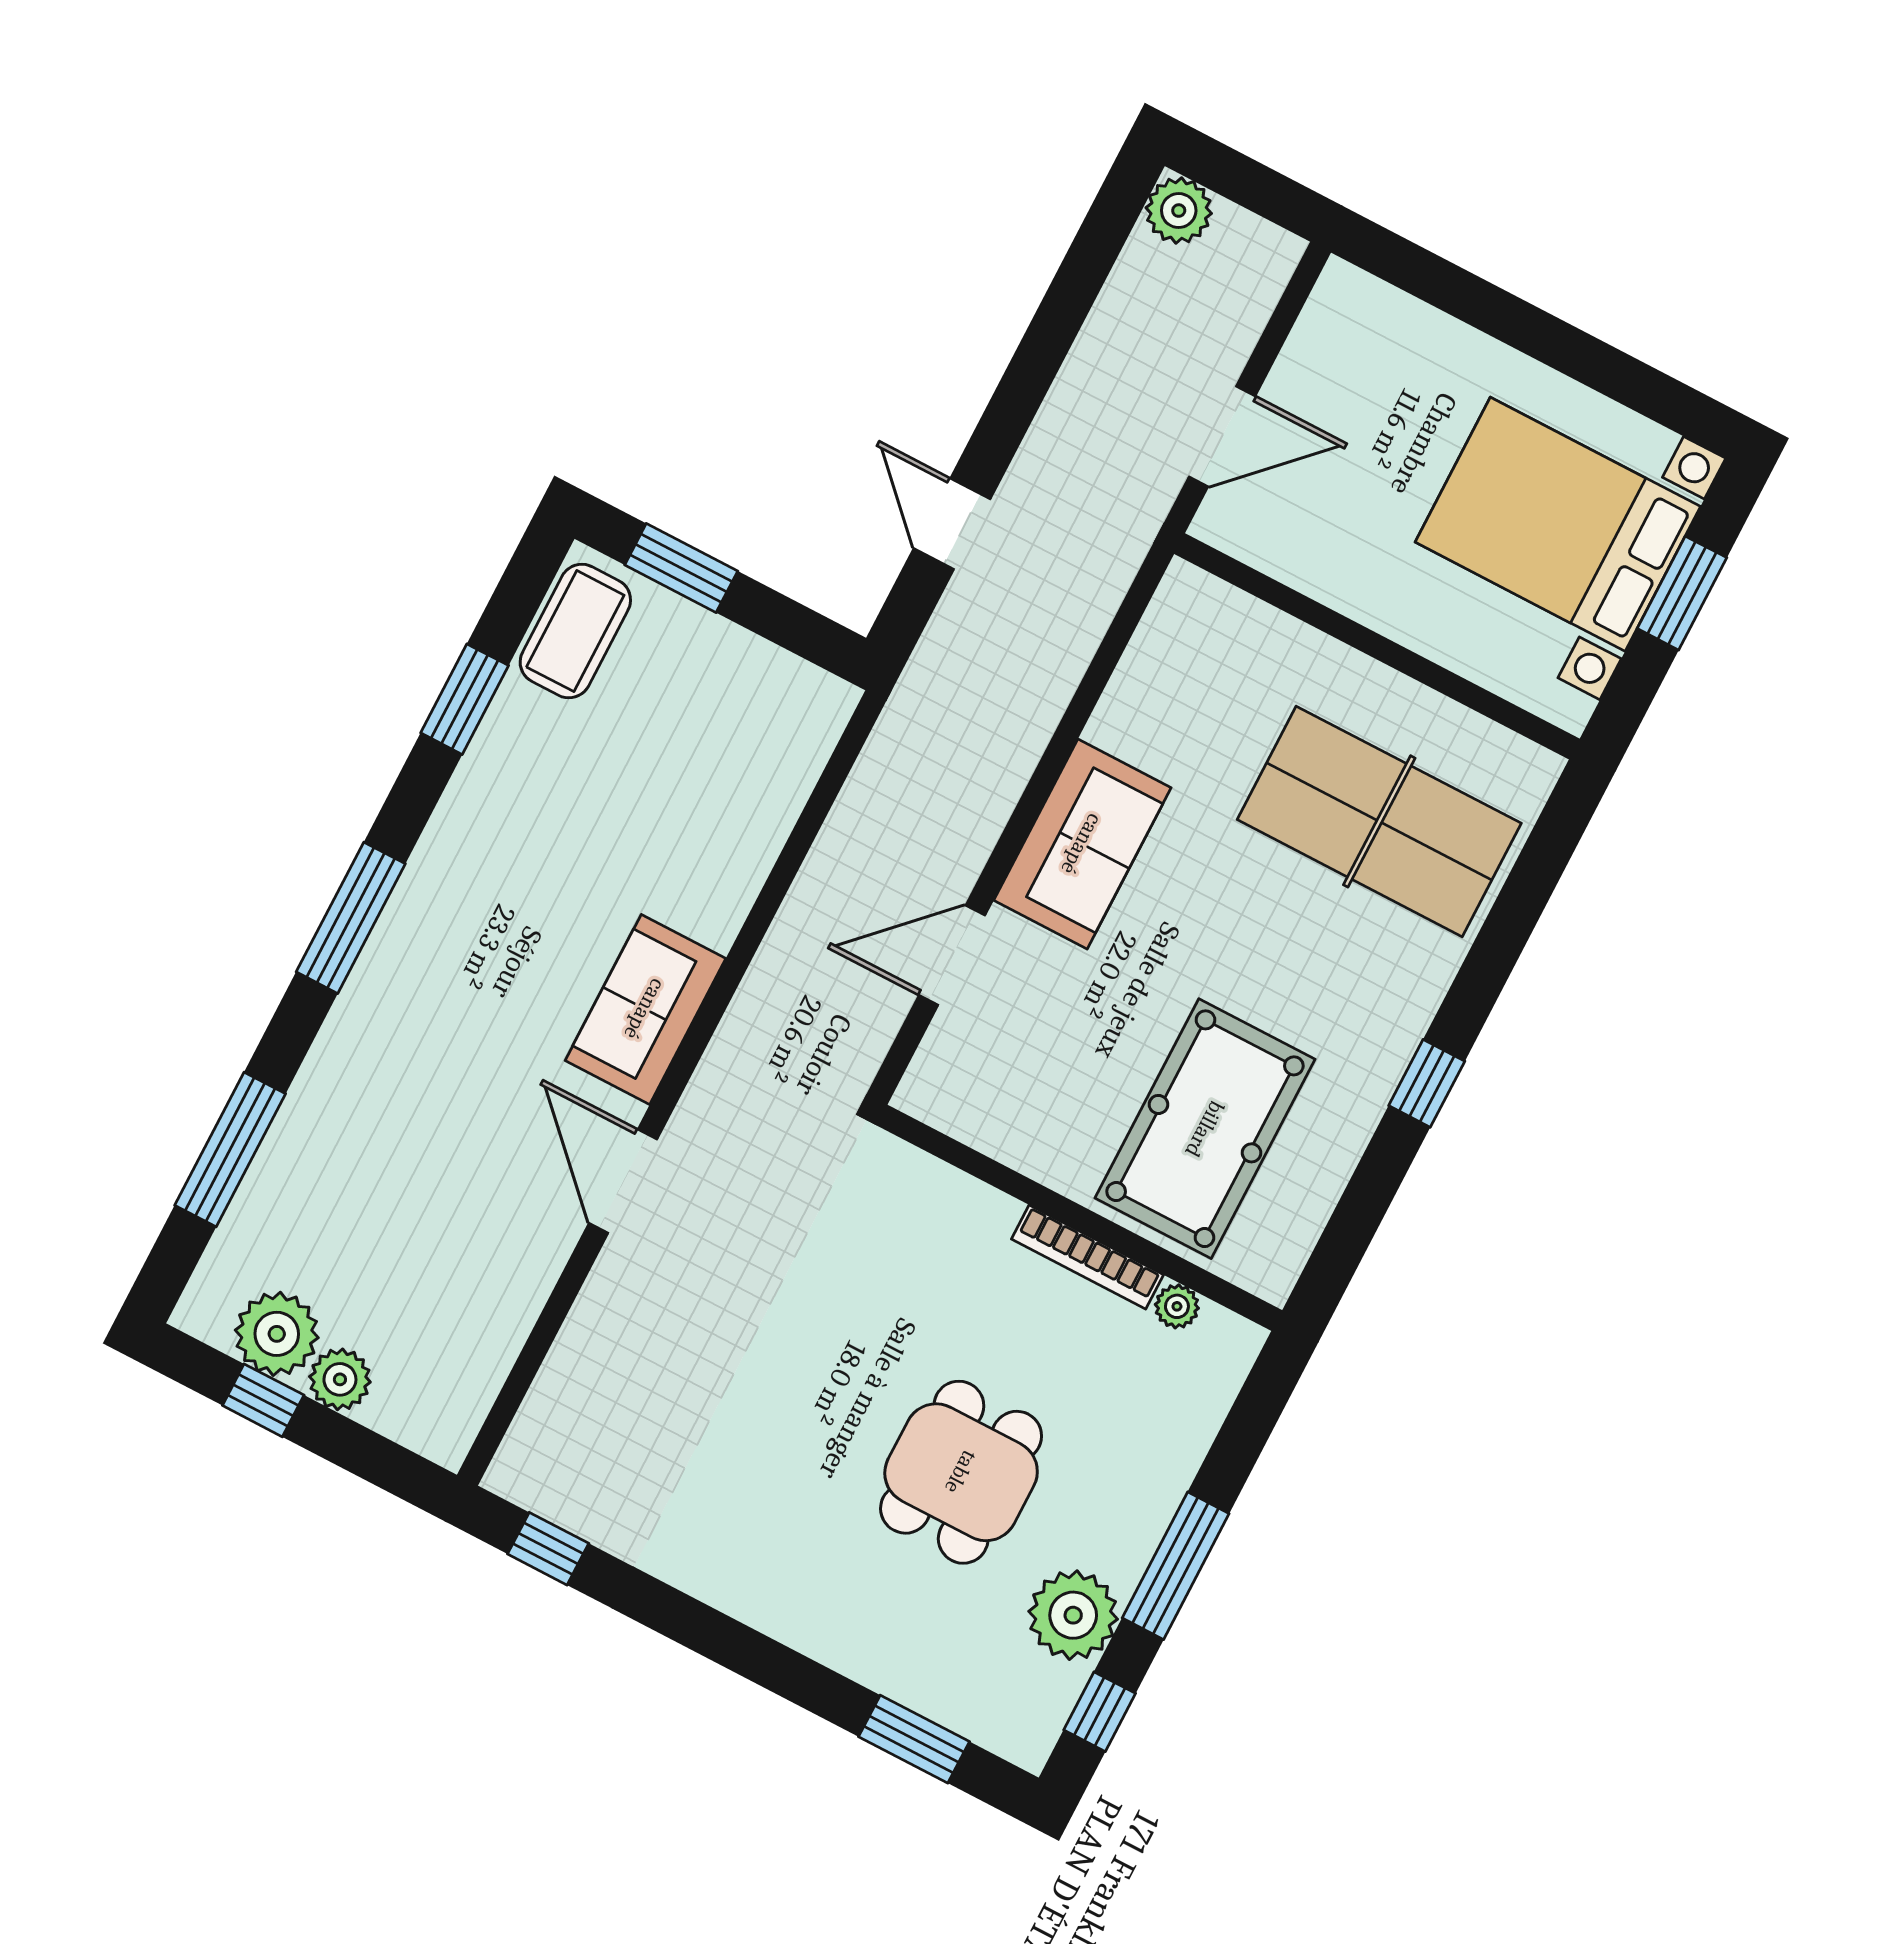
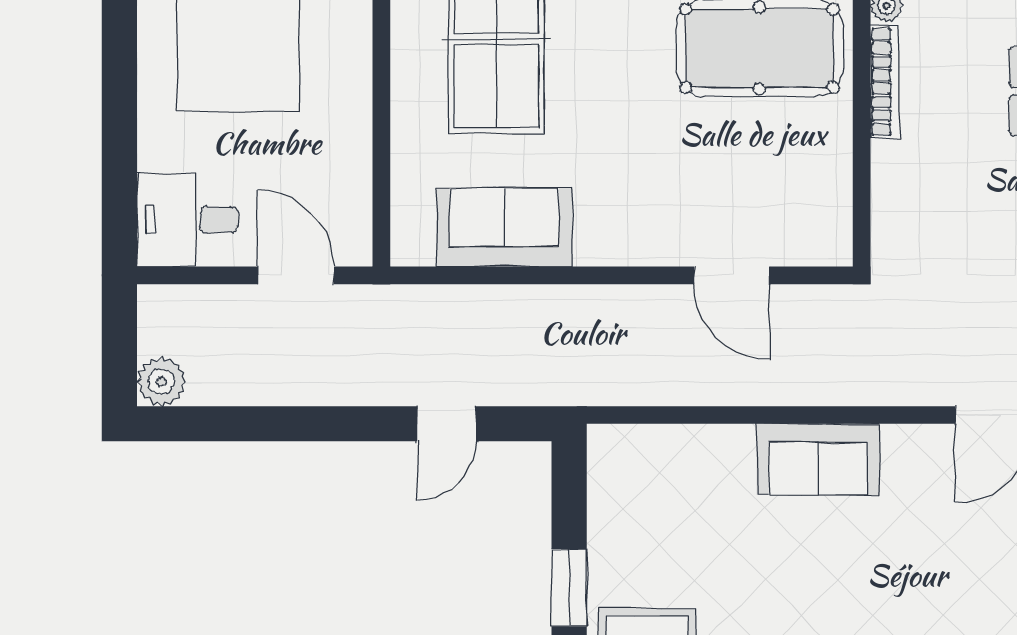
desk: (1355, 342) -> (188, 220), added
sofa: (1082, 844) -> (504, 227), moved
sofa: (645, 1009) -> (818, 459), moved

